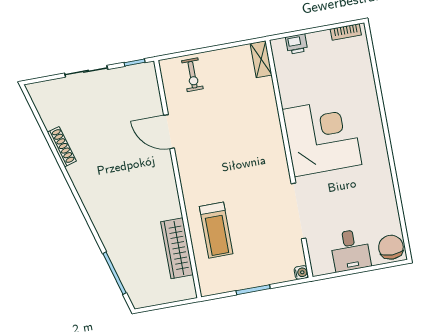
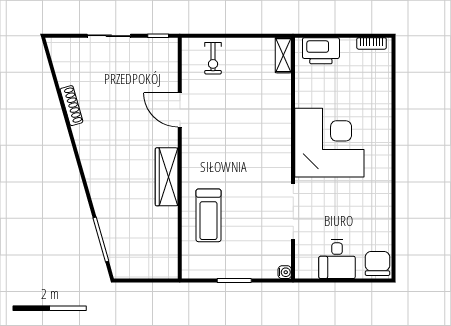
printer: (297, 44) -> (321, 51), width x1.87, depth x1.48
wardrobe: (177, 248) -> (167, 177), moved

